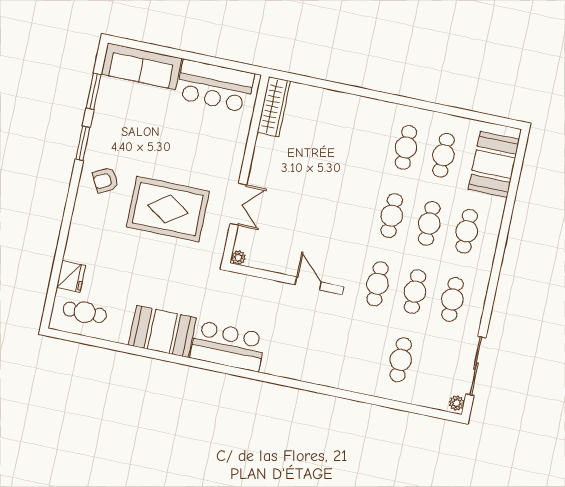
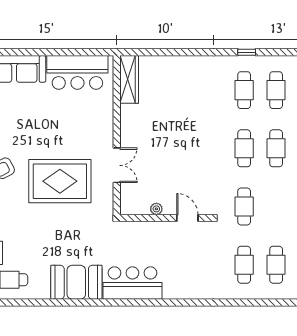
window: (418, 104) -> (247, 52), added
plant: (238, 258) -> (156, 209), moved
cafe table: (415, 292) -> (244, 265), moved

